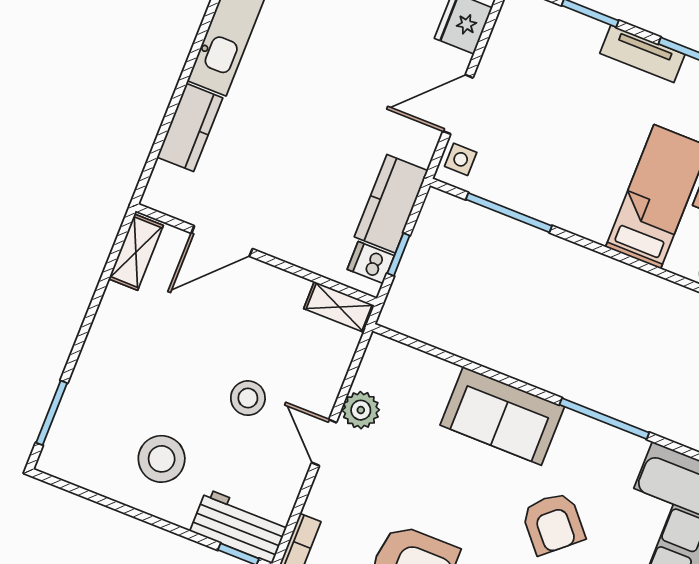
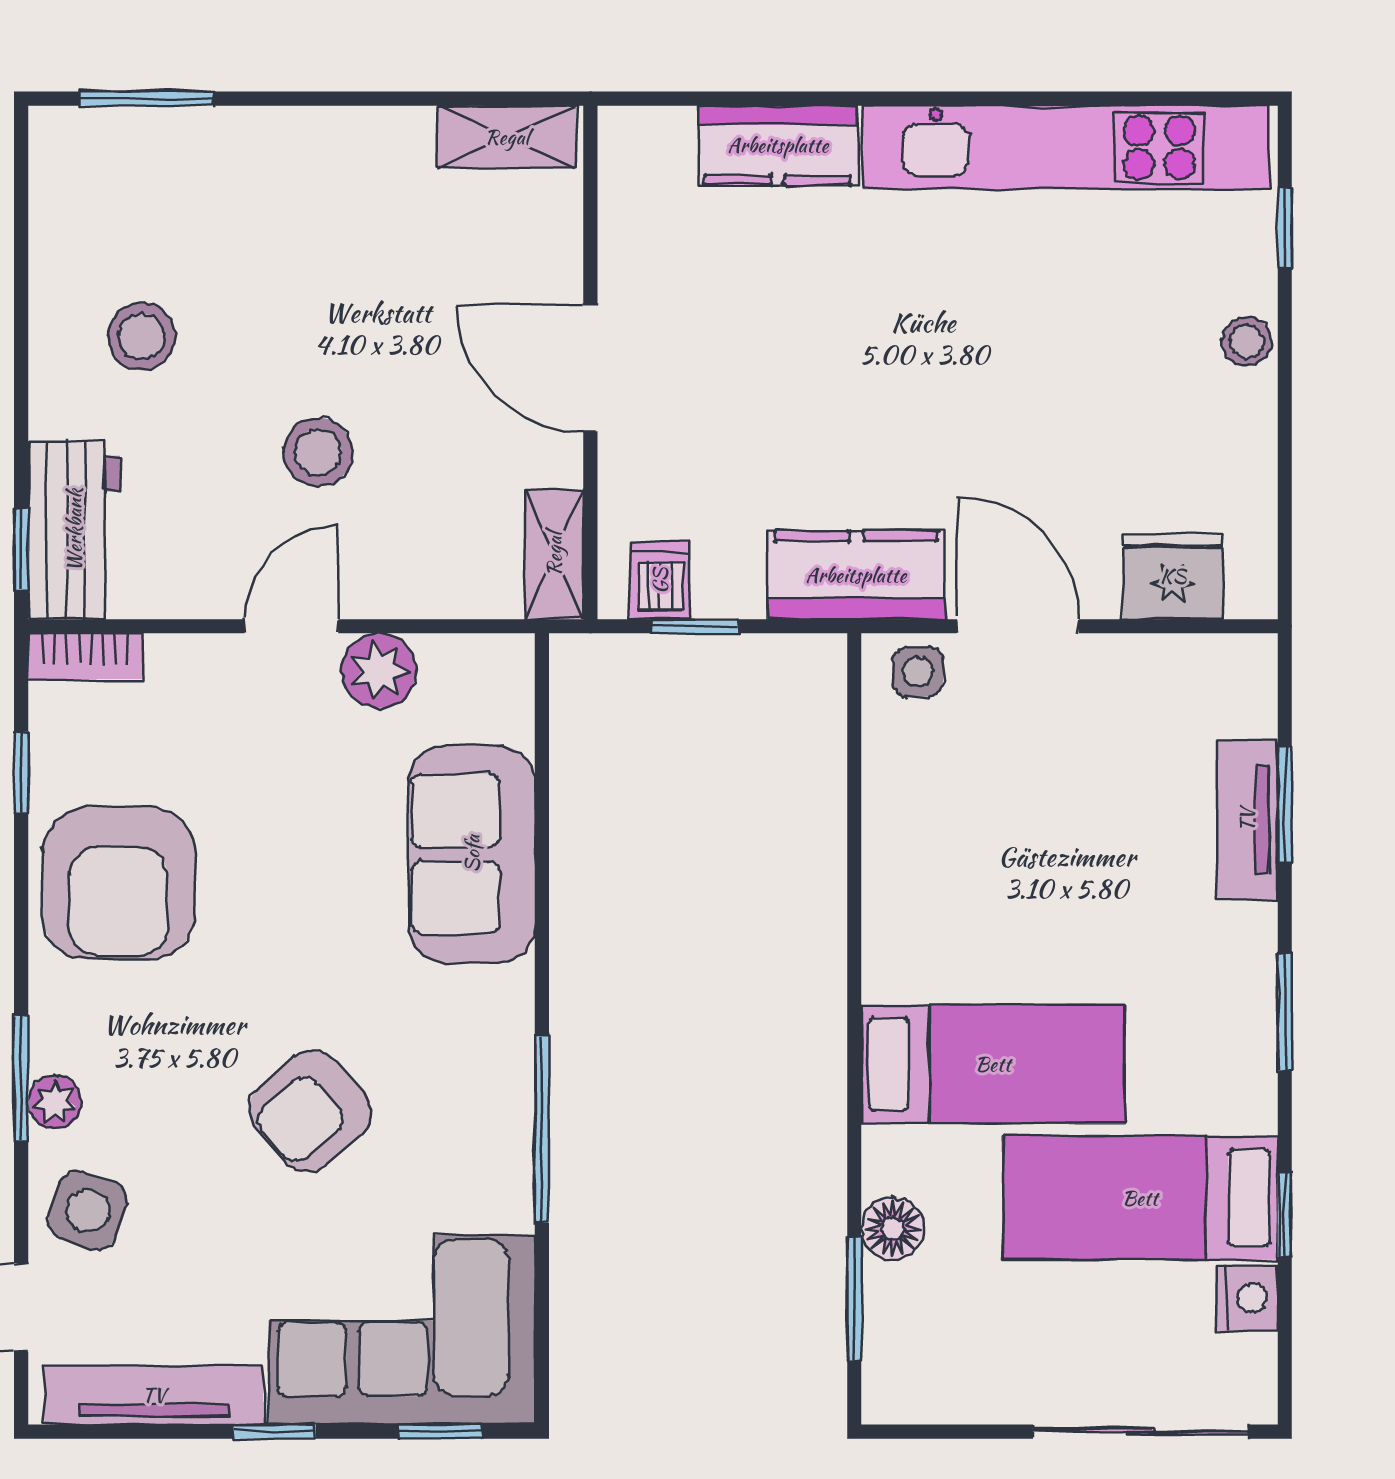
tv unit: (642, 54) -> (1247, 820), moved
kitchen counter: (391, 204) -> (856, 575), moved
window: (509, 213) -> (854, 800), removed
door: (222, 241) -> (590, 368), moved
sofa: (502, 416) -> (472, 854), moved
stool: (162, 459) -> (142, 336), width x0.73, depth x0.73

